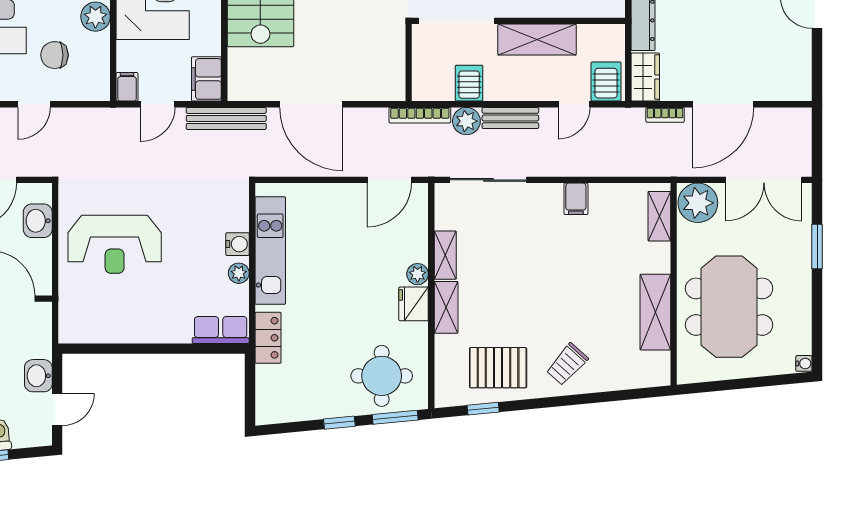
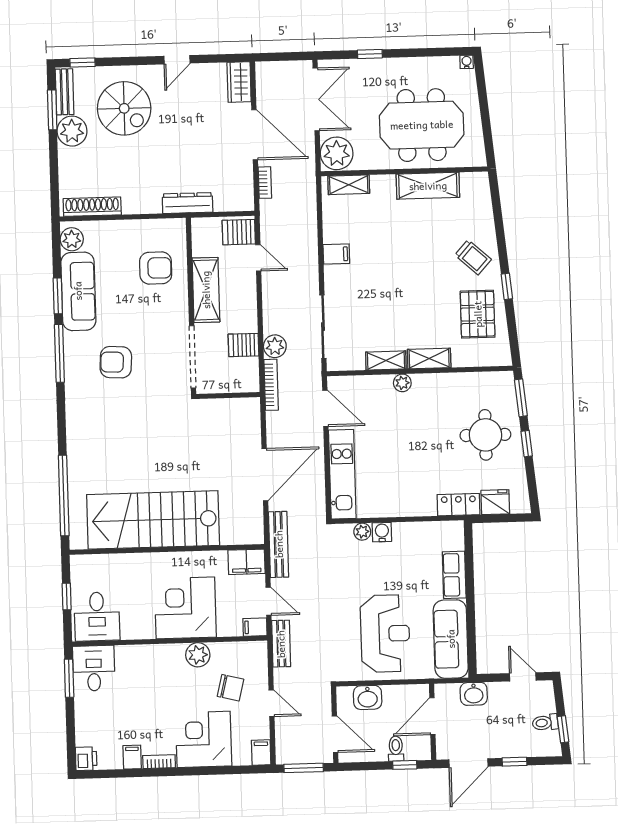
chair: (54, 55) -> (231, 688), turned -76
wardrobe: (645, 77) -> (239, 82), moved, turned -90
bench: (510, 118) -> (281, 644), moved
window: (817, 247) -> (370, 54), width x0.67
kitchen unit: (270, 251) -> (342, 474), moved, turned 90
plant: (239, 273) -> (362, 532), moved
fridge: (414, 304) -> (495, 502), moved, turned 180
sofa: (105, 323) -> (451, 639), added
row of seats: (221, 330) -> (454, 575), moved
washbasin: (38, 376) -> (474, 694), moved
round table: (382, 376) -> (485, 435), moved
window: (483, 409) -> (507, 286), moved

